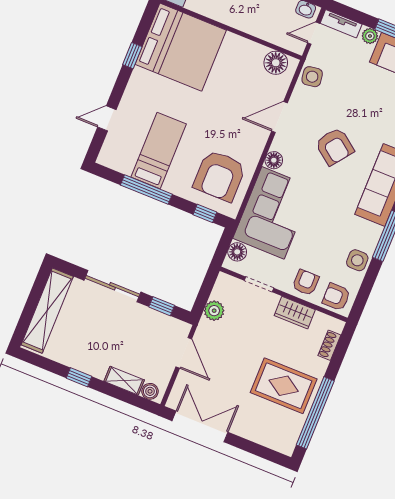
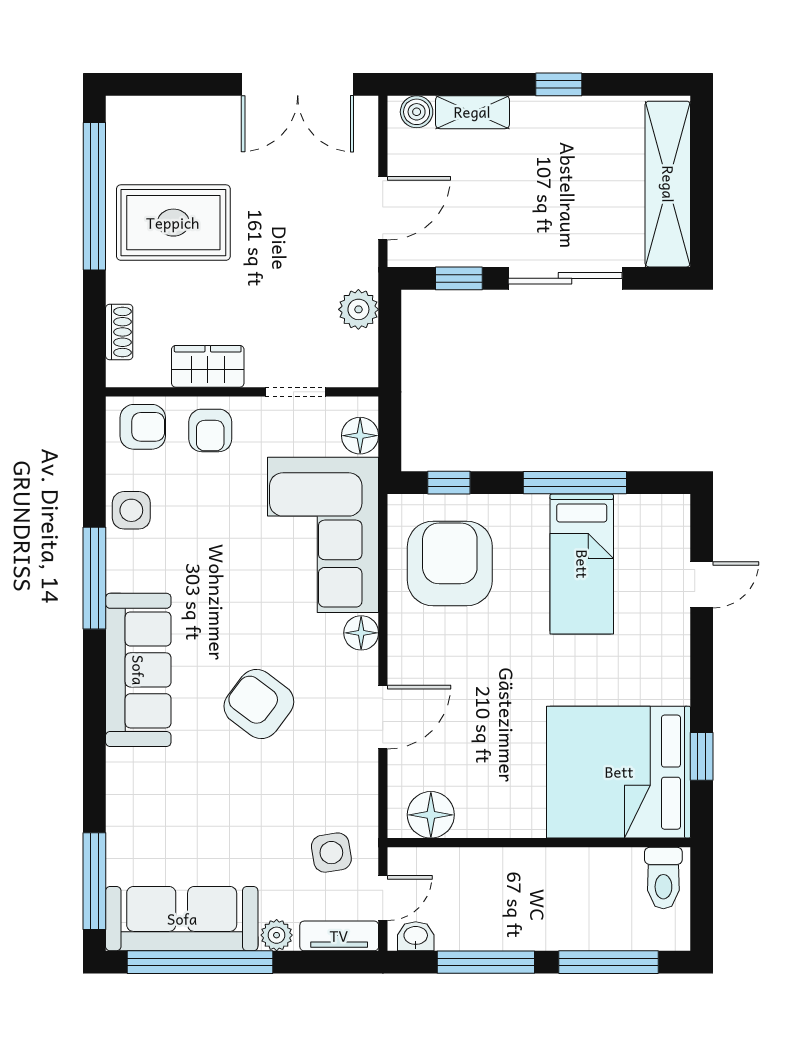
window: (132, 56) -> (702, 756), moved
side table: (312, 77) -> (331, 853), moved
door: (184, 353) -> (383, 208), swing flipped

